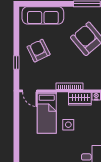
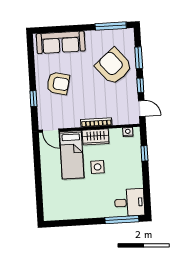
armchair: (39, 51) -> (58, 83), turned 129
wardrobe: (80, 99) -> (96, 137), moved

